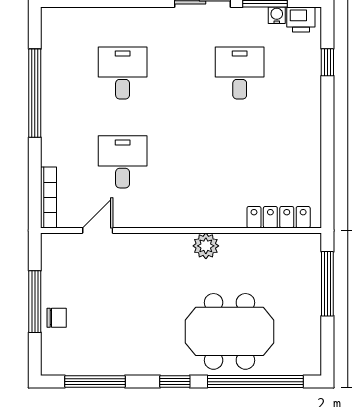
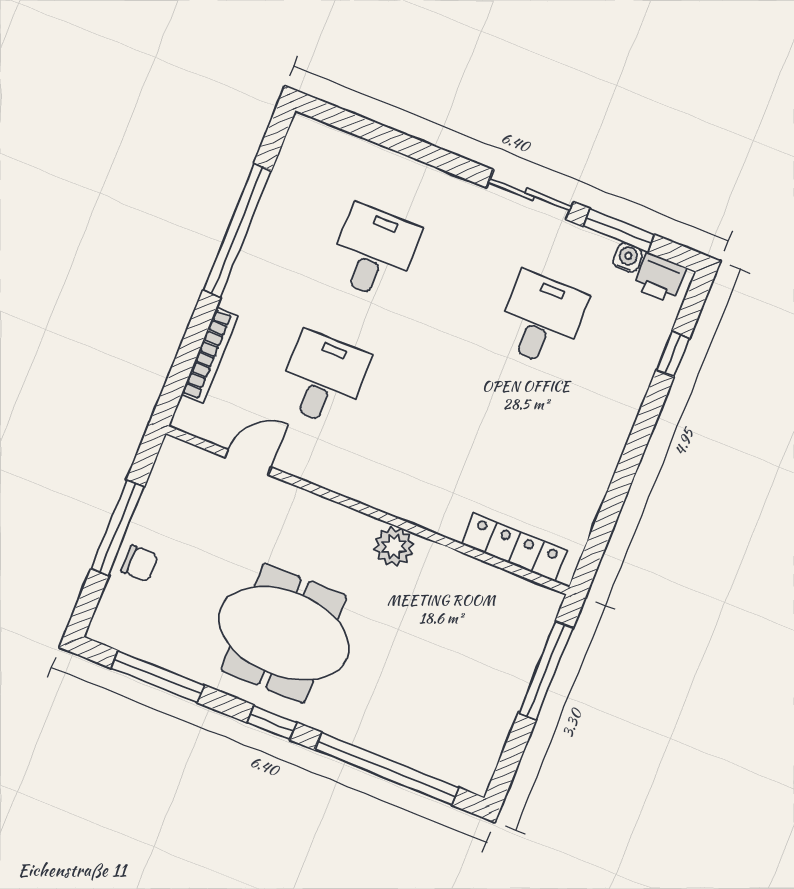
bookcase: (49, 197) -> (210, 355), moved
meeting table: (229, 331) -> (284, 633), moved

